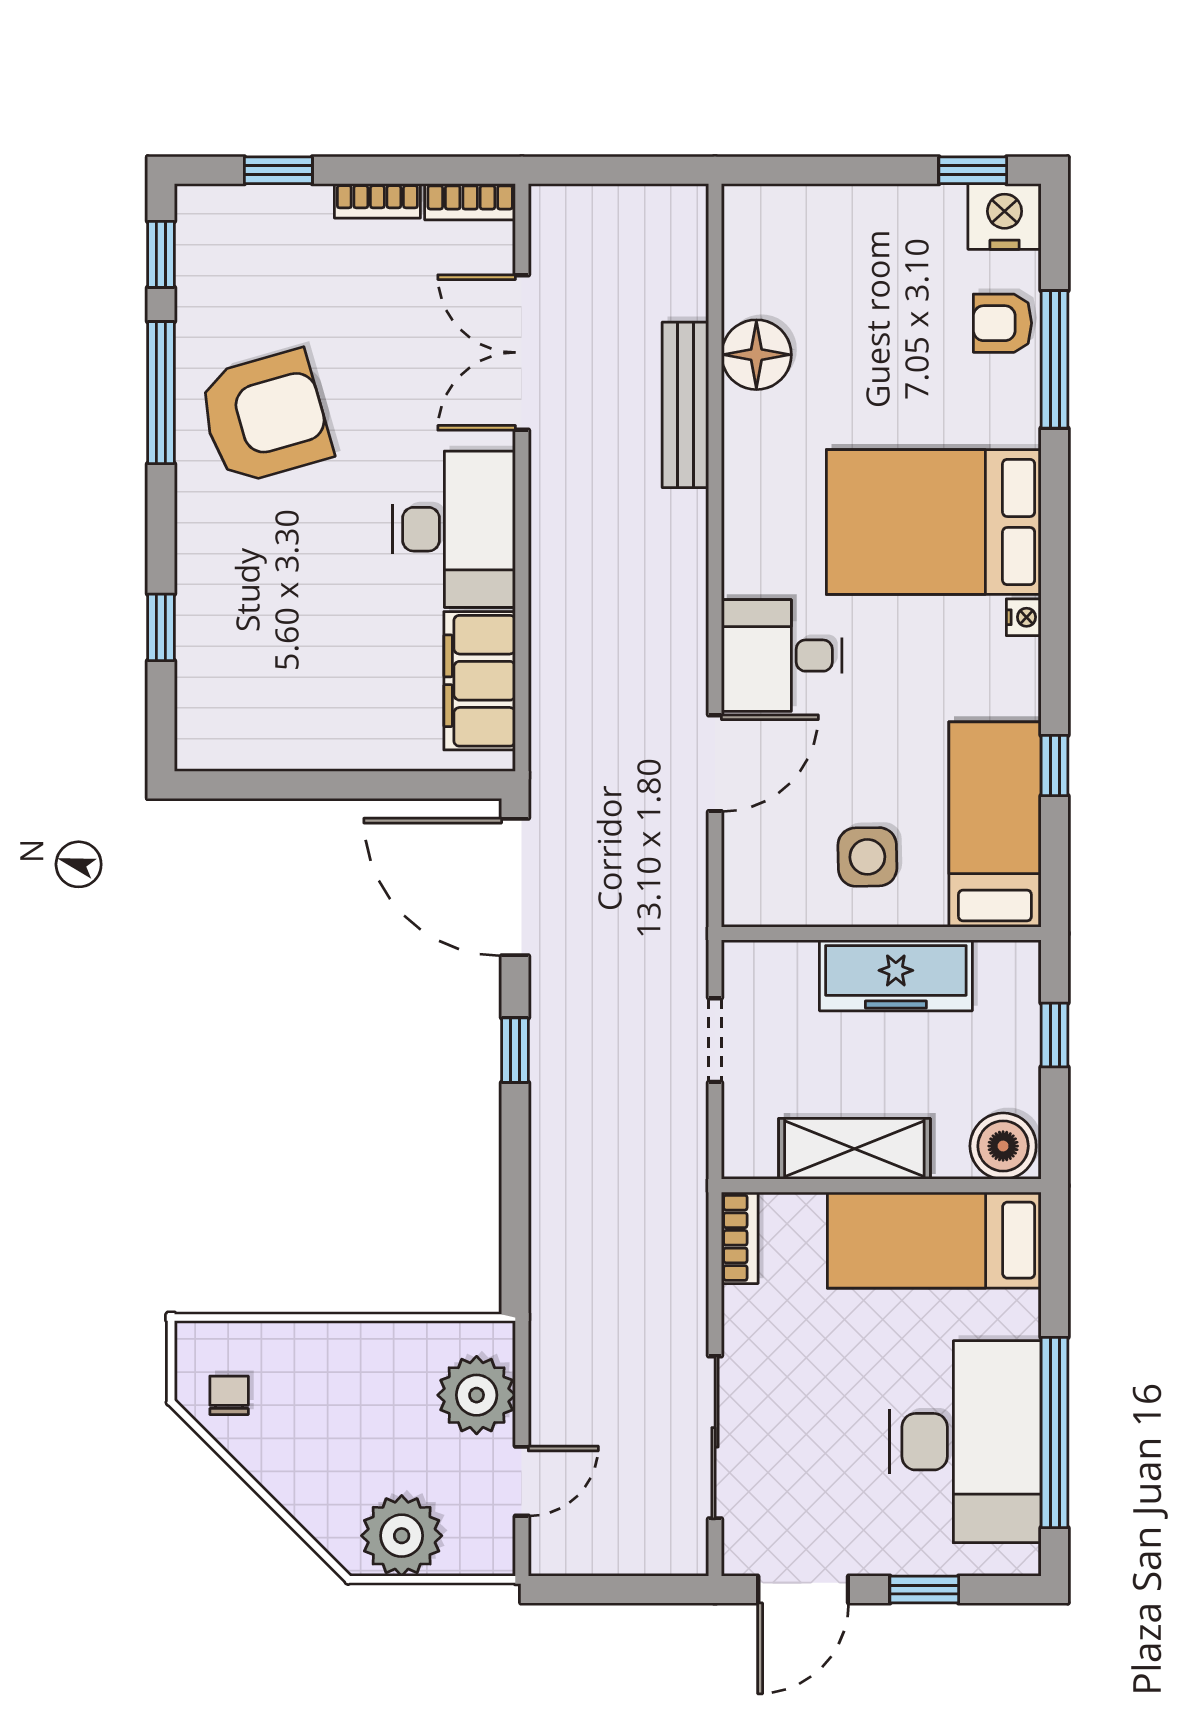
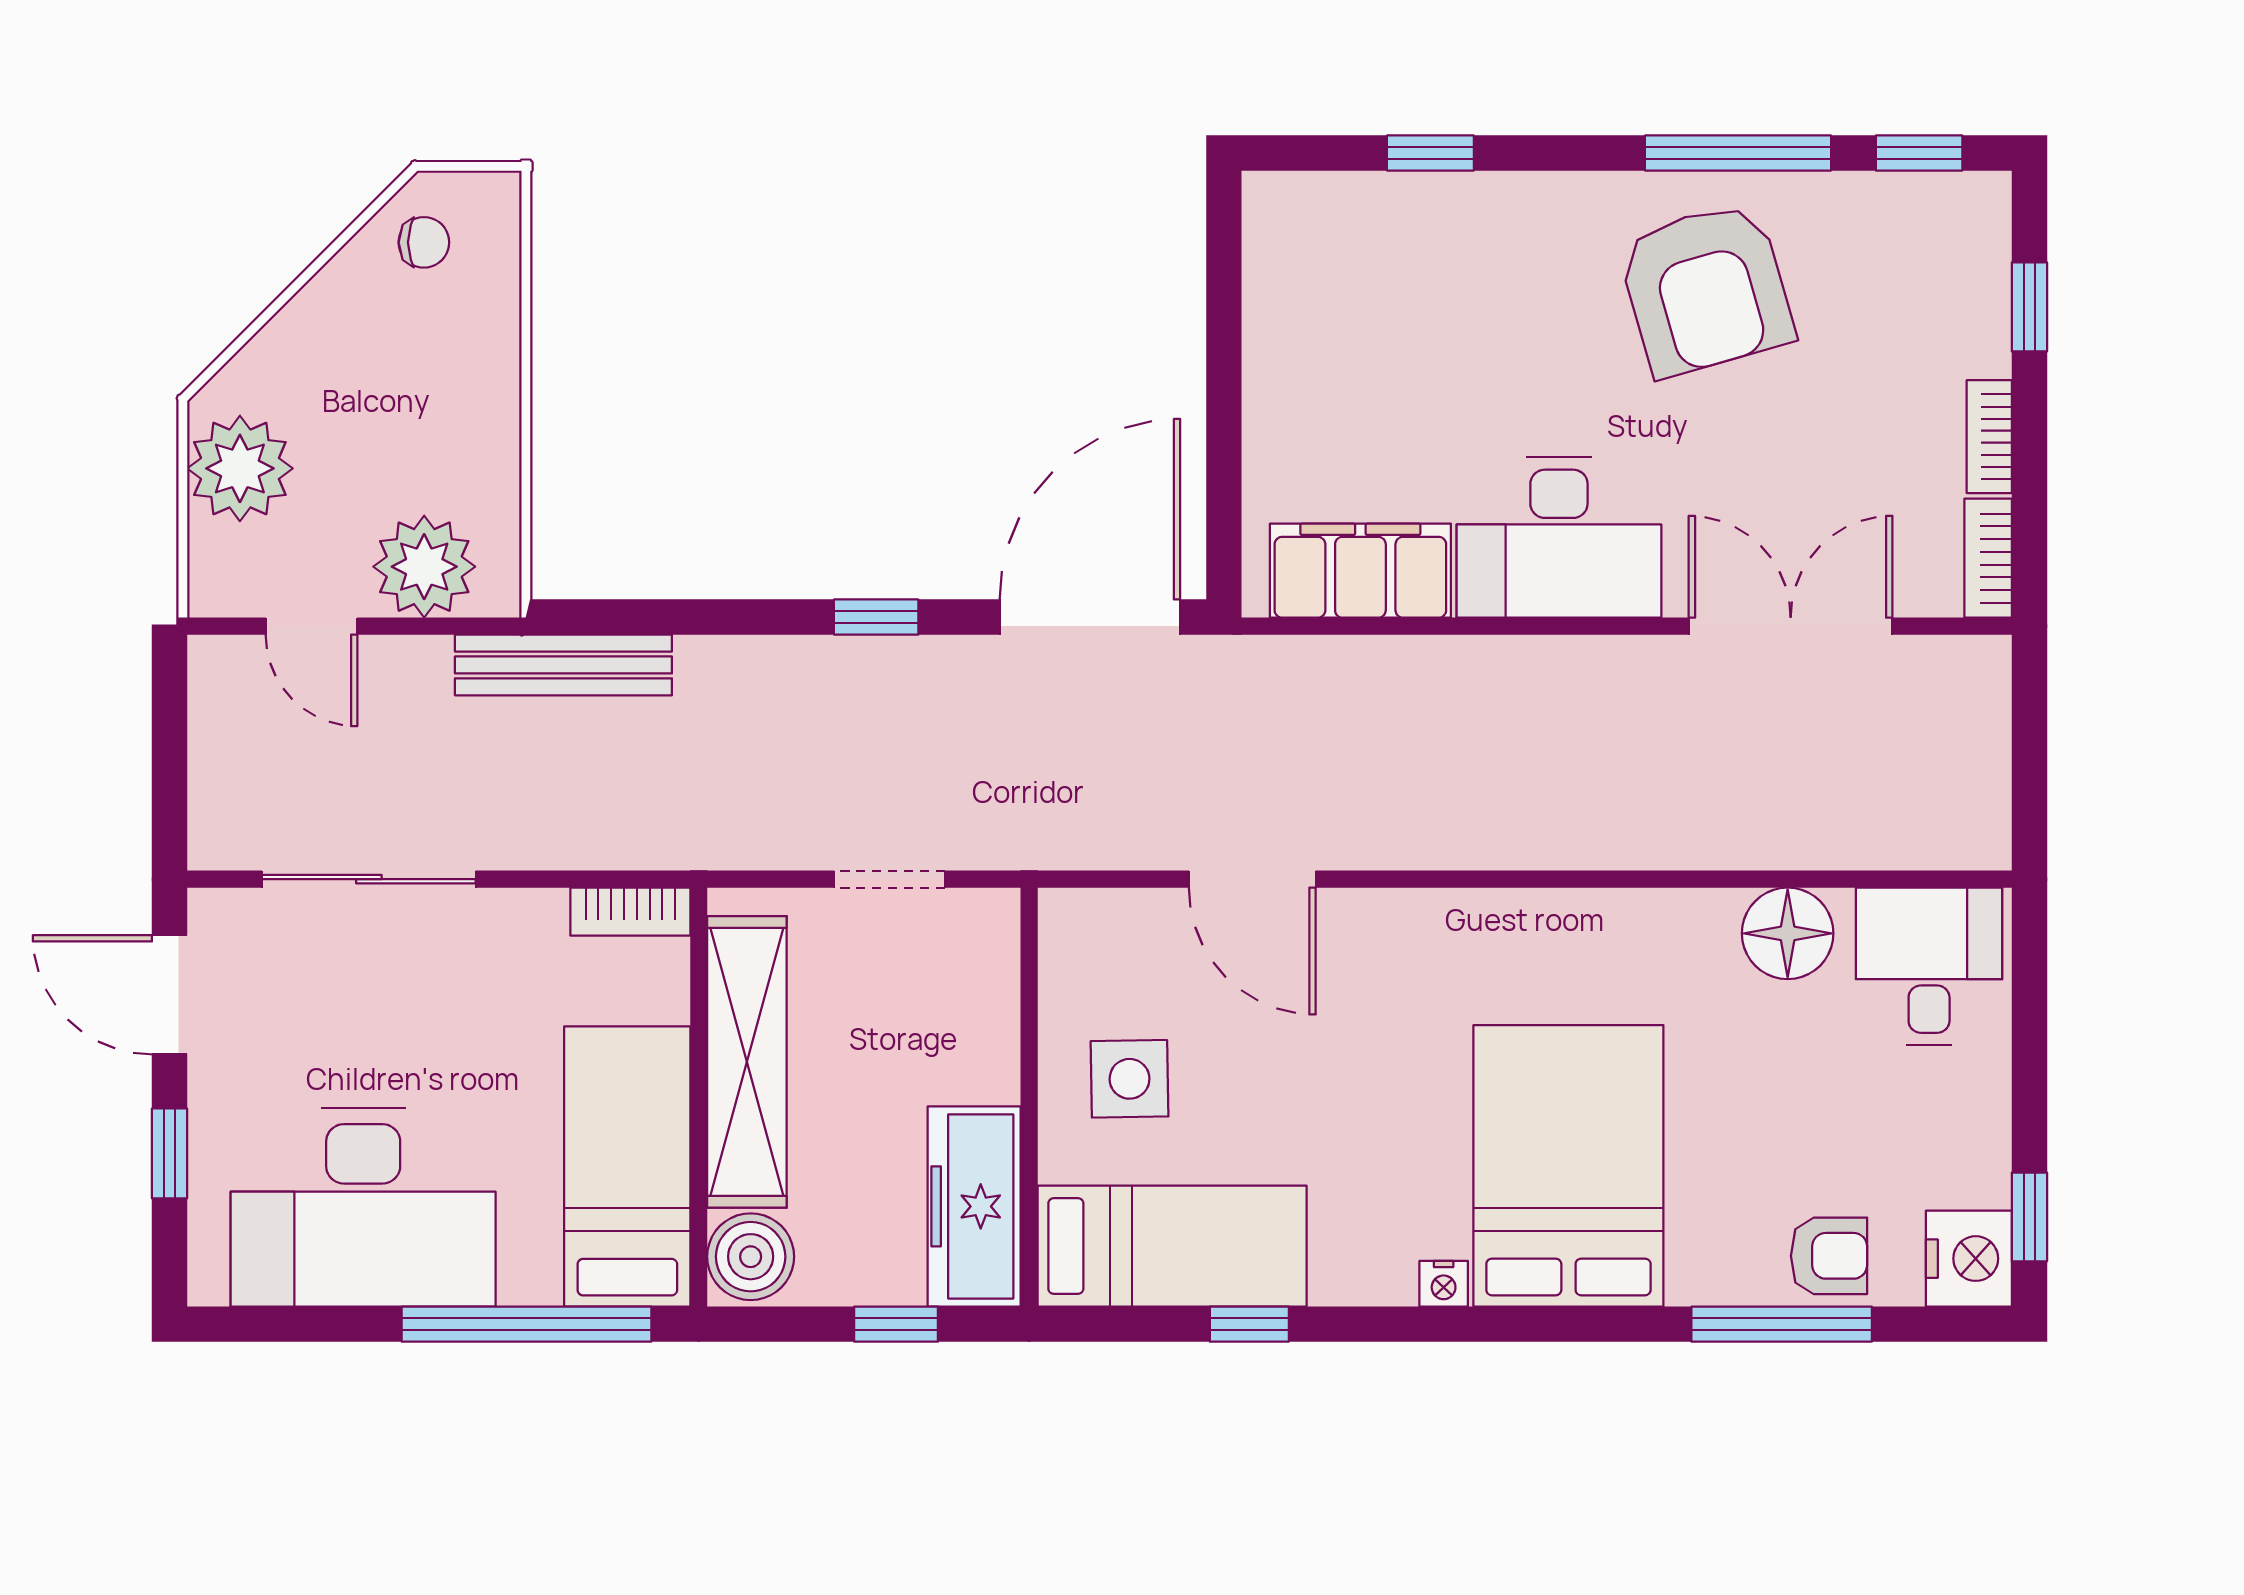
armchair: (1002, 323) -> (1829, 1256), turned 90
bench: (685, 405) -> (563, 665), moved
desk: (782, 656) -> (1929, 967), moved
freezer: (896, 975) -> (974, 1206), moved
shelving: (854, 1149) -> (747, 1062), width x1.47
window: (1055, 1432) -> (526, 1324), moved

